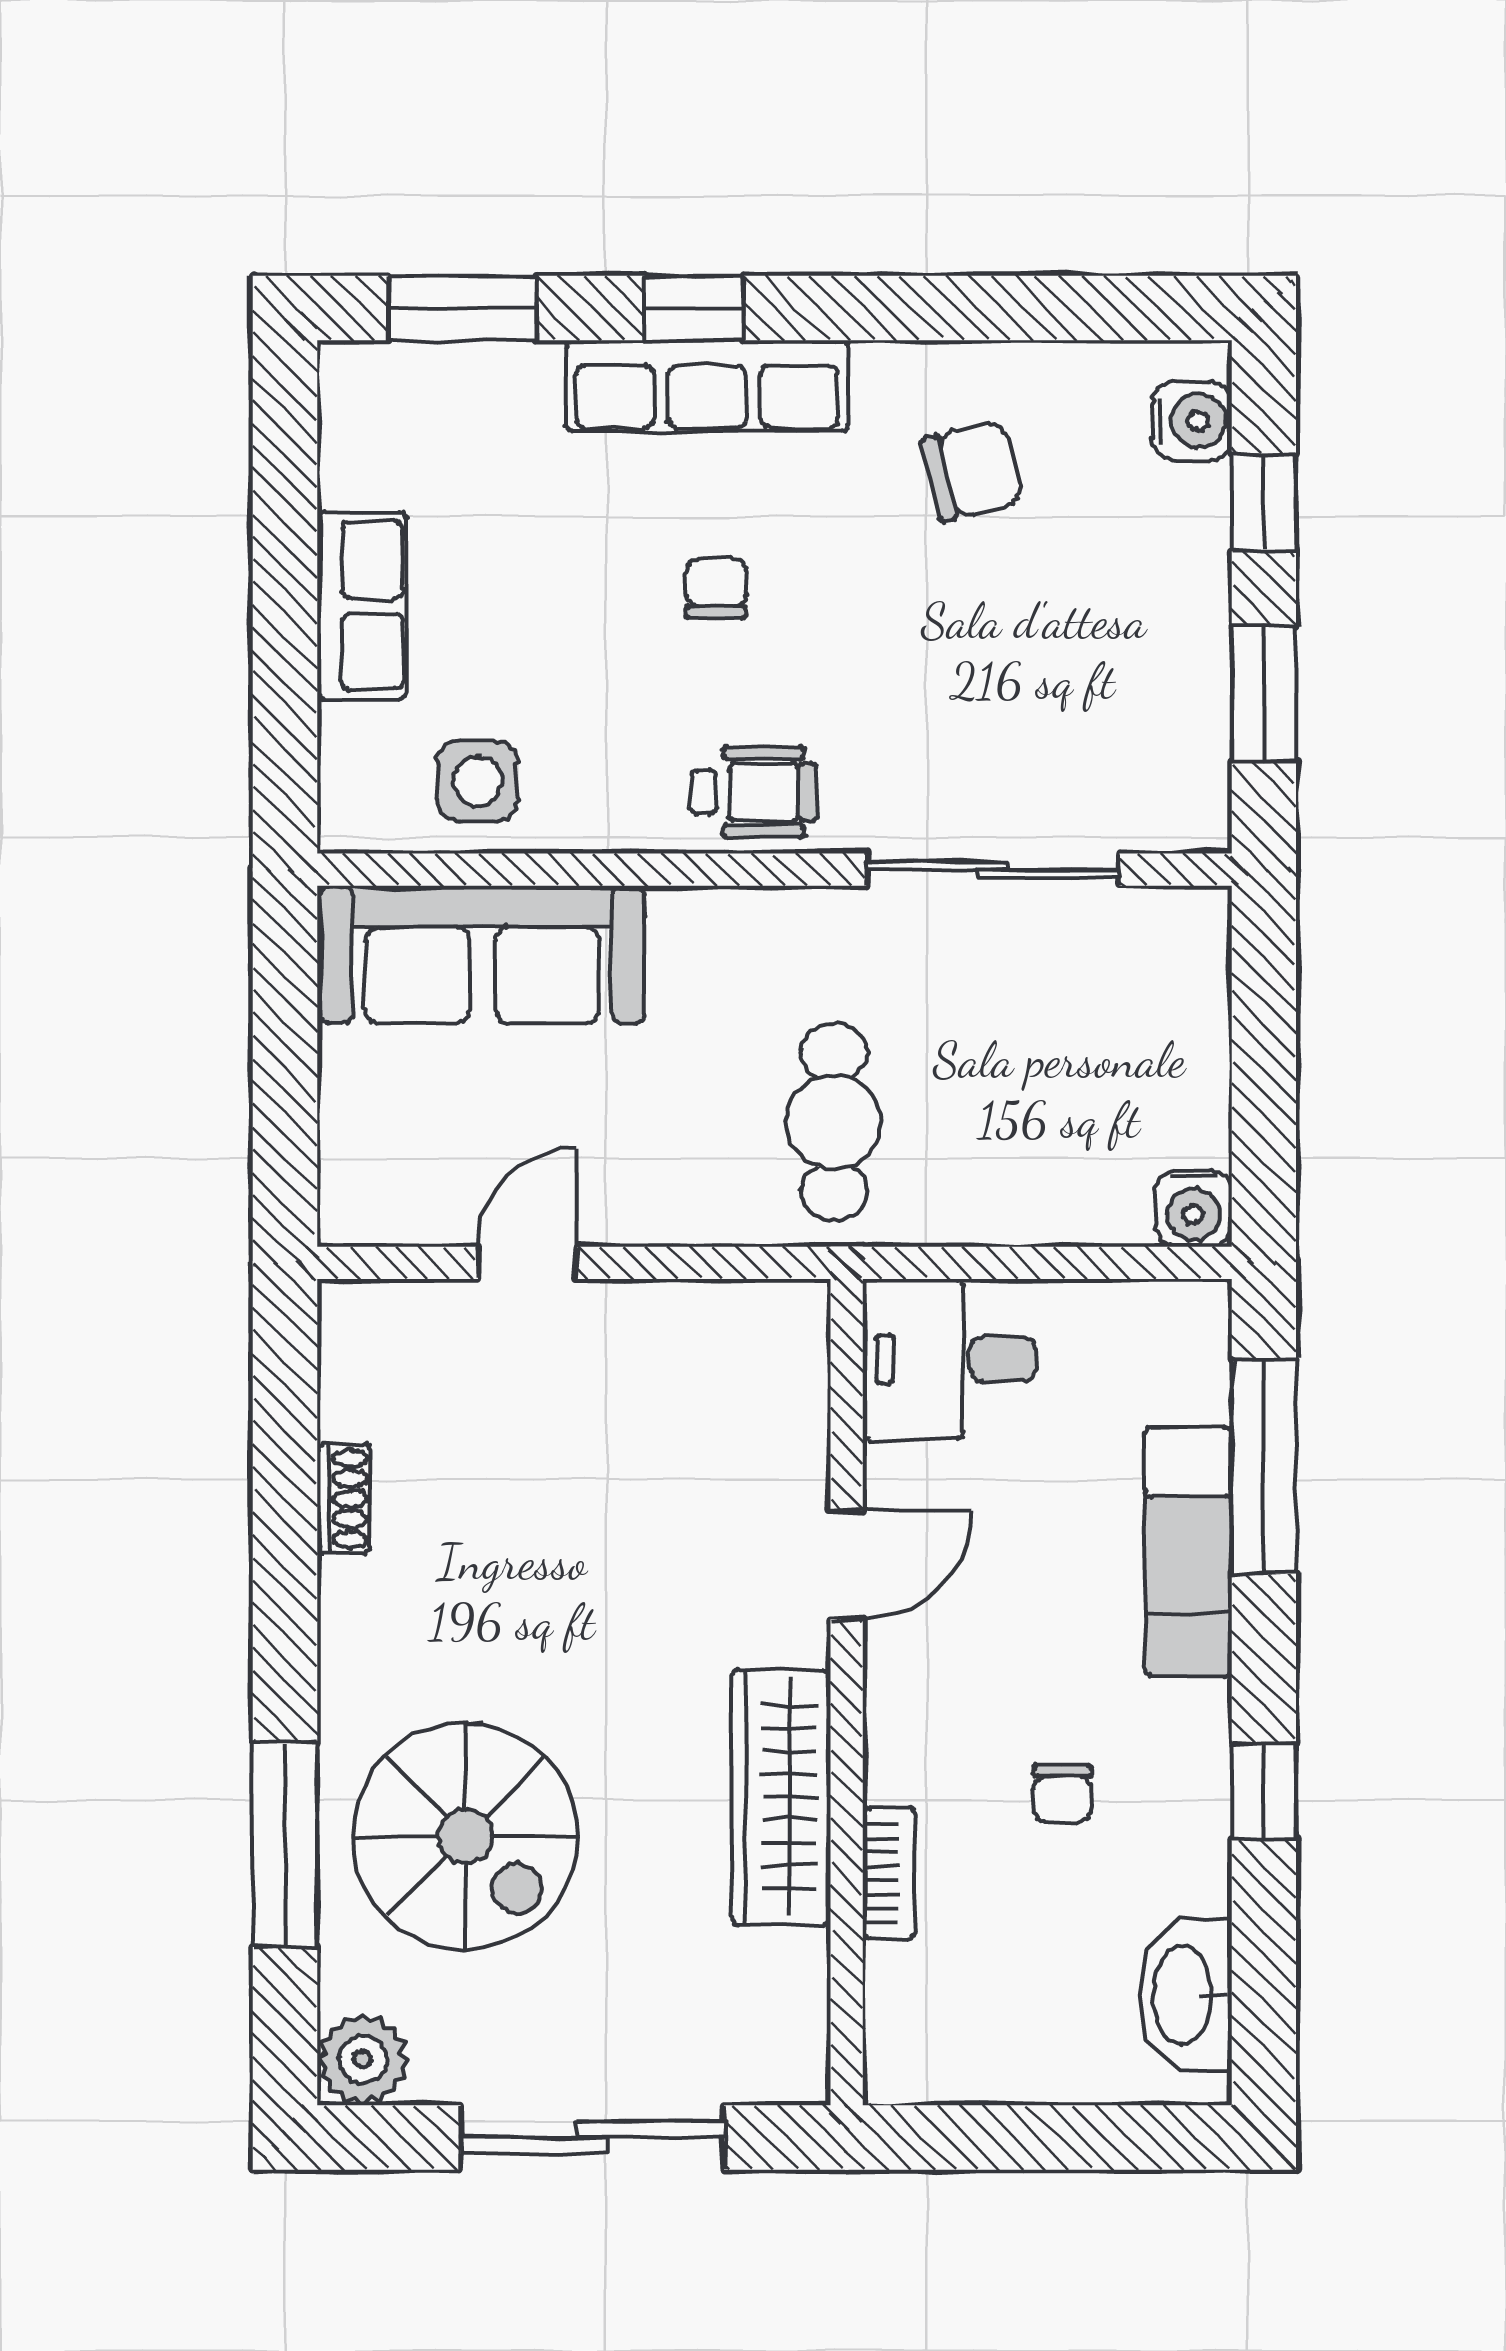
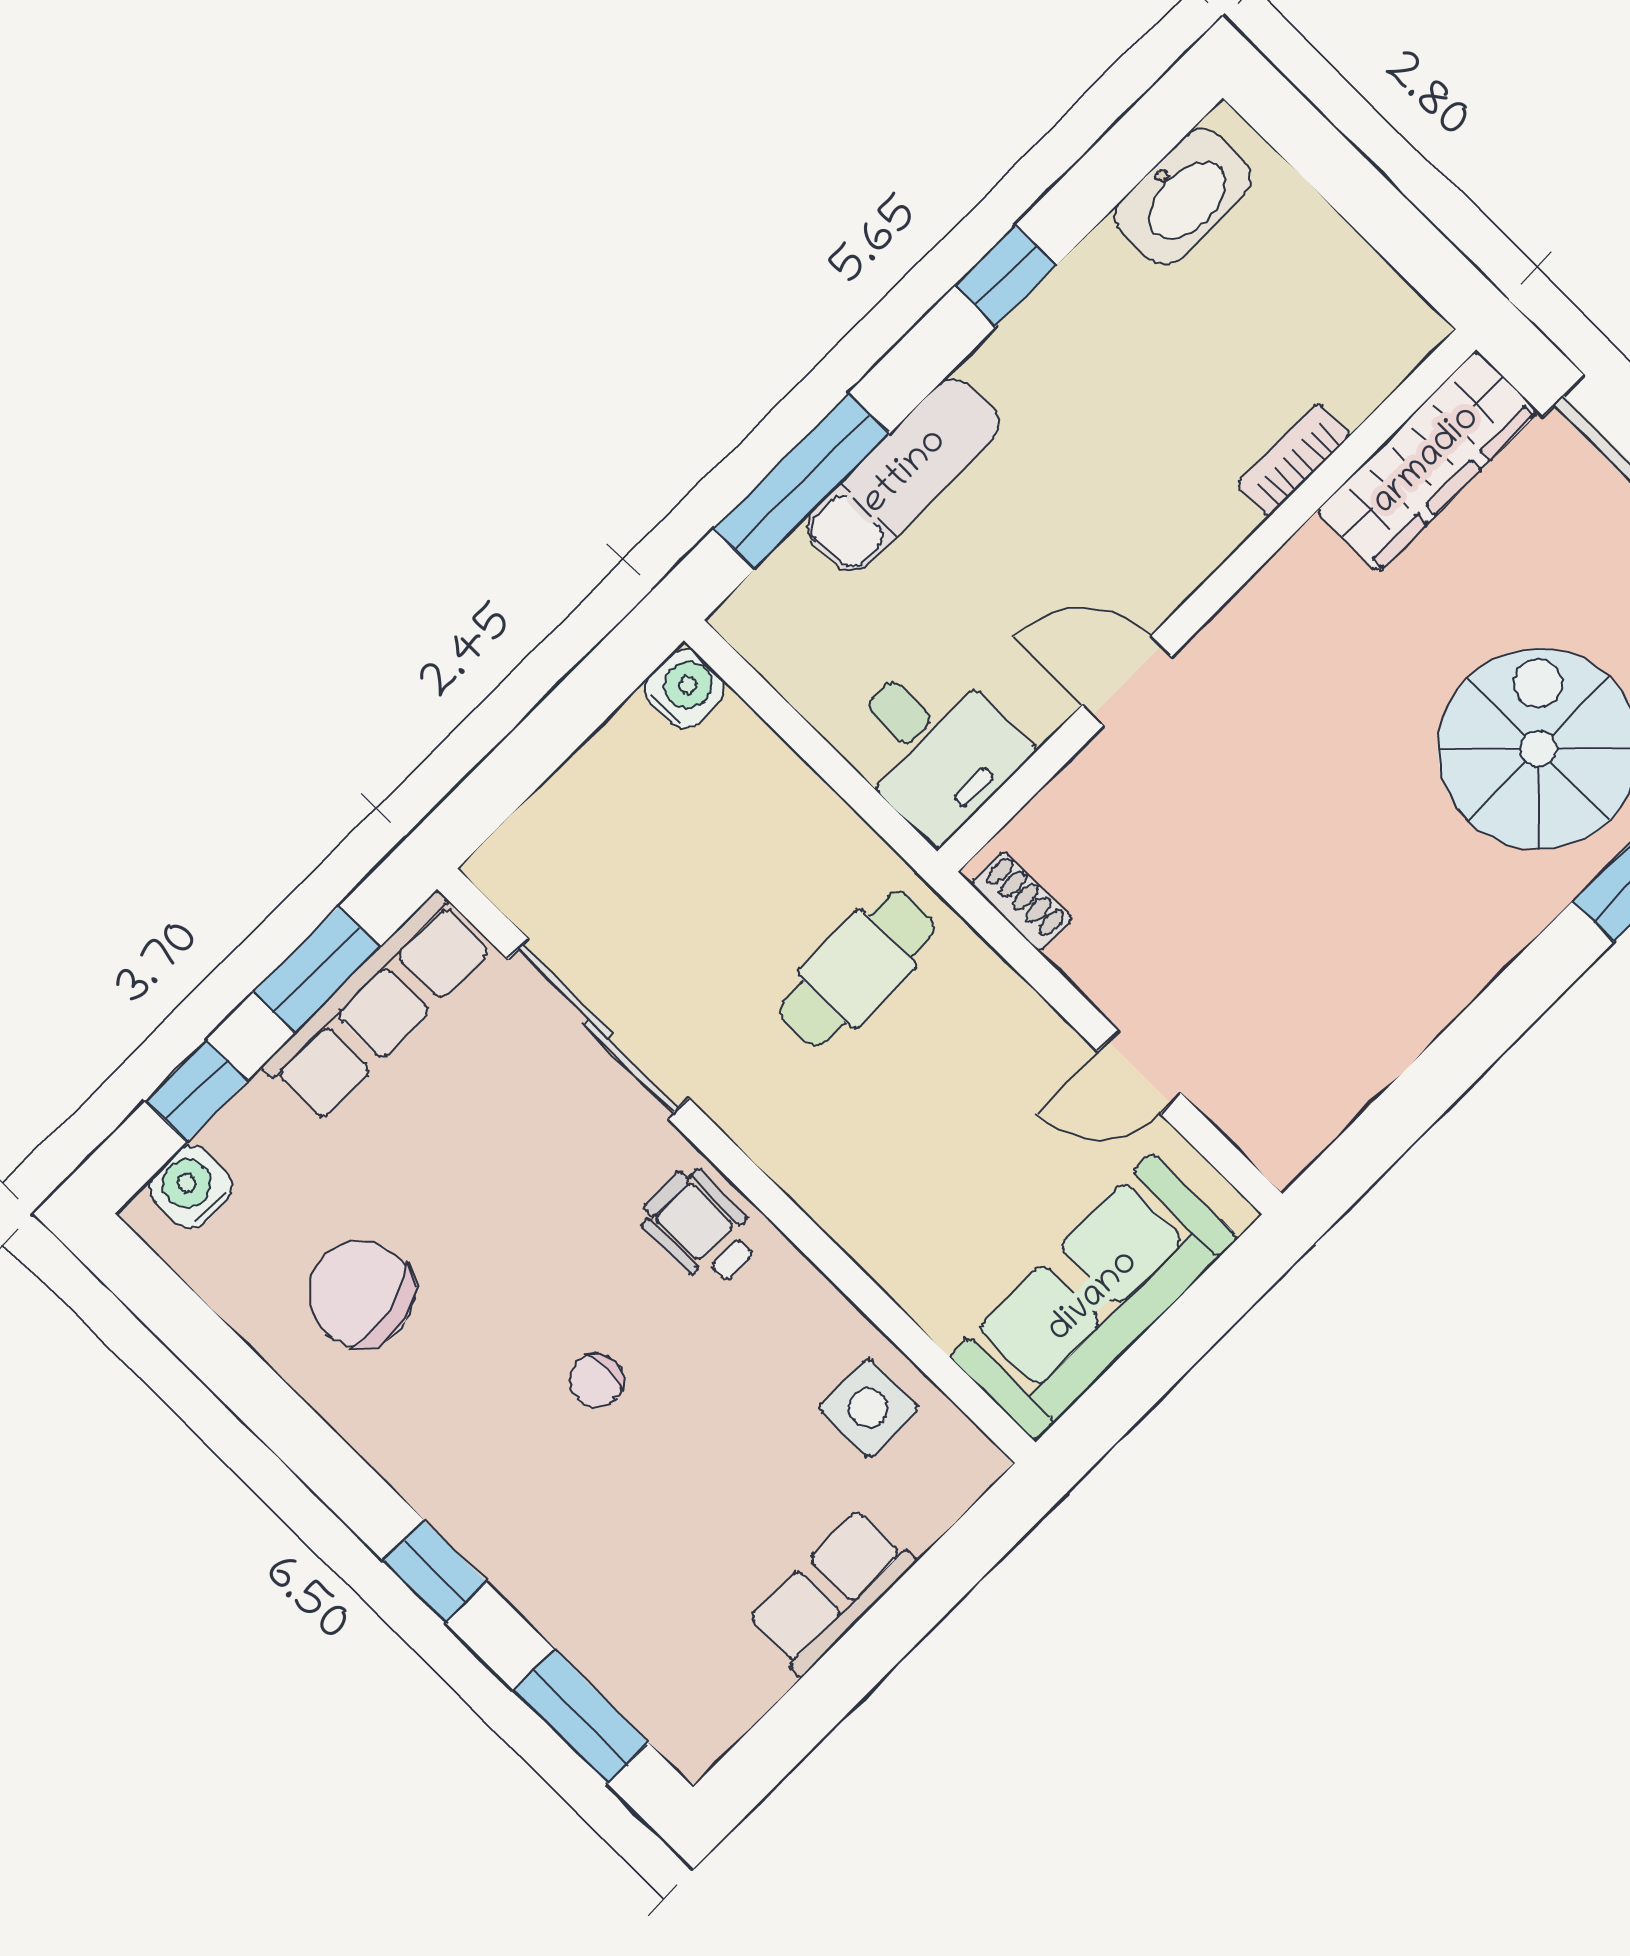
row of seats: (707, 386) -> (377, 1007), moved, turned 90
chair: (972, 471) -> (361, 1294), width x1.37, depth x1.37
sofa: (482, 955) -> (1094, 1297), moved, turned -90
shoe rack: (344, 1499) -> (1021, 901), moved, turned 90
chair: (1063, 1794) -> (1134, 401), removed
wardrobe: (781, 1797) -> (1427, 461), moved

